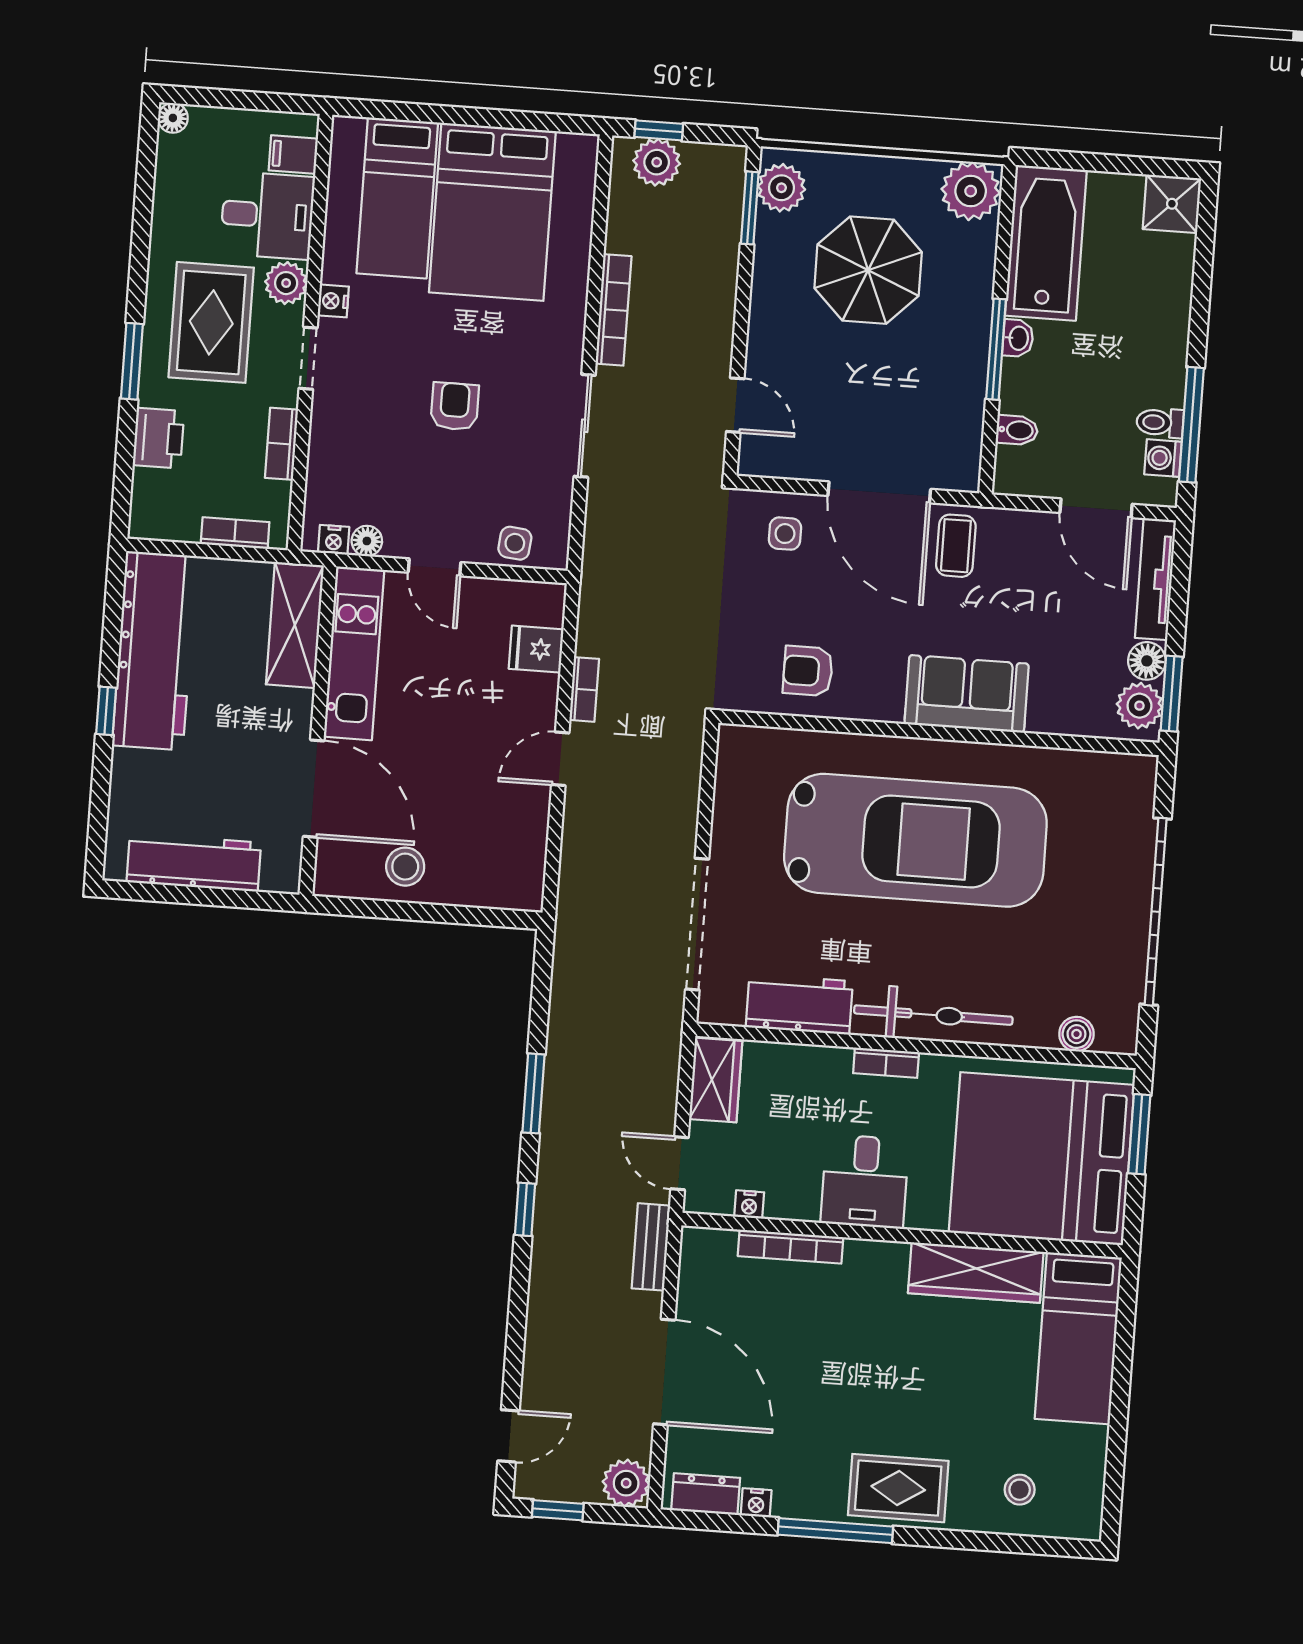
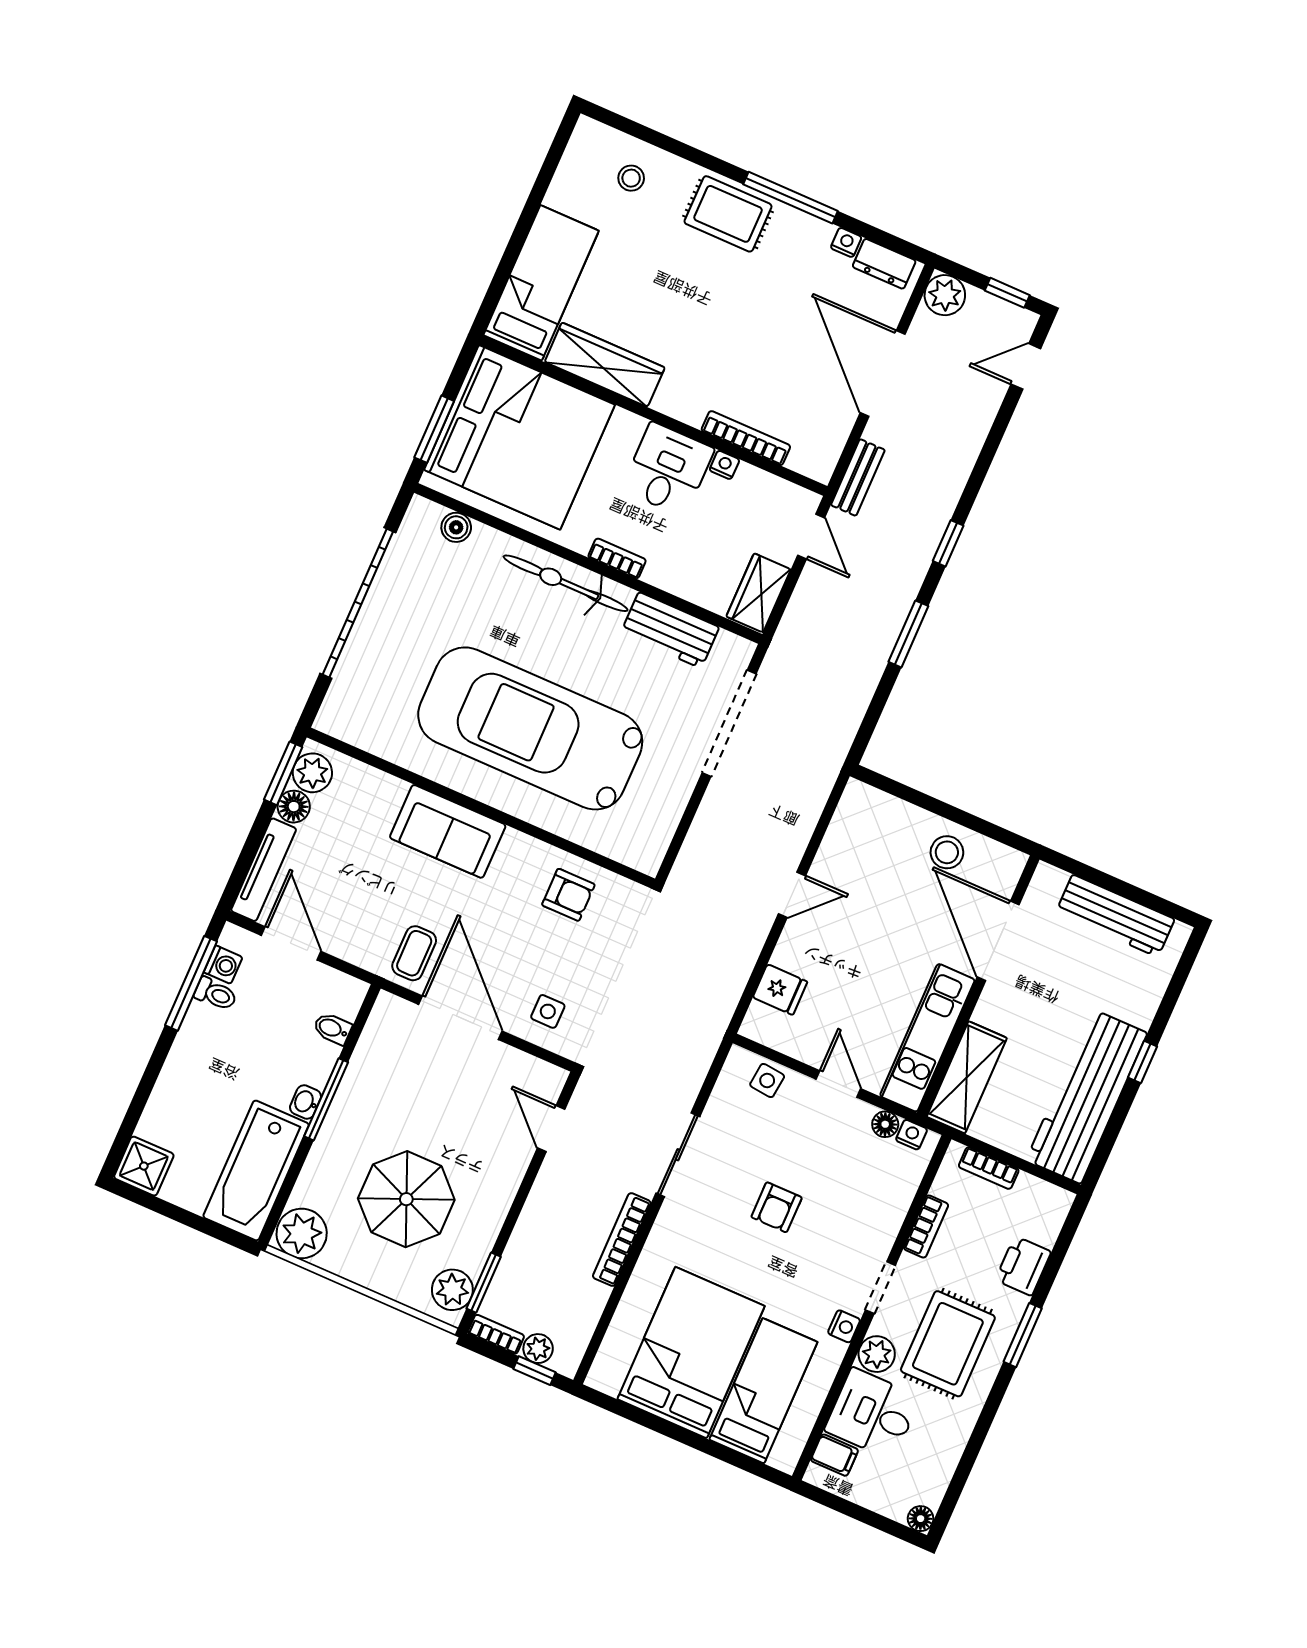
plant: (657, 162) -> (538, 1349), width x0.73, depth x0.73
bookcase: (584, 689) -> (496, 1334), moved, turned 90
nightstand: (749, 1204) -> (724, 465), moved

